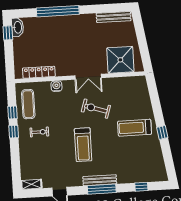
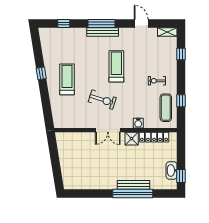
bench: (114, 17) -> (133, 185), moved
washbasin: (18, 27) -> (172, 170), moved
shower: (120, 60) -> (132, 139), moved, width x0.54, depth x0.54
double door: (88, 77) -> (108, 130), swing flipped
treadmill: (135, 128) -> (67, 79), turned -90
window: (14, 132) -> (181, 54), moved

